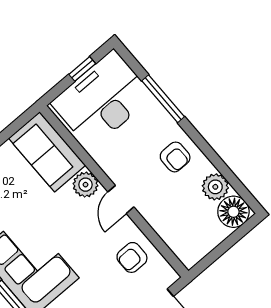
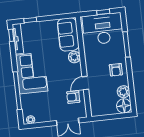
door: (121, 199) -> (85, 83), moved

